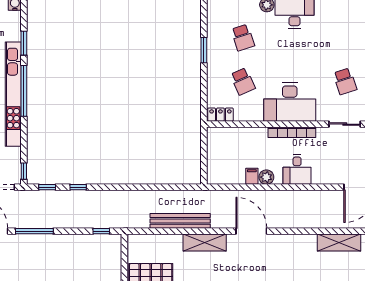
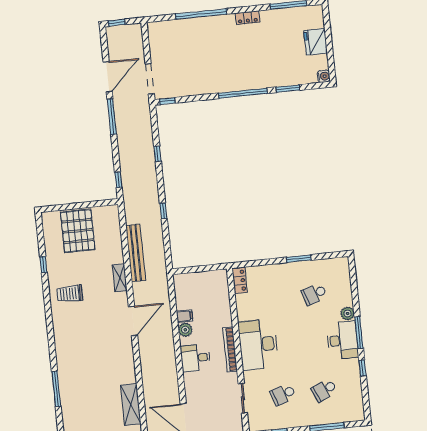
school desk: (243, 81) -> (324, 390), moved
kitchen unit: (13, 94) -> (239, 84), removed
window: (47, 187) -> (163, 211), moved
shelving: (205, 243) -> (120, 278), width x0.67, depth x0.75

